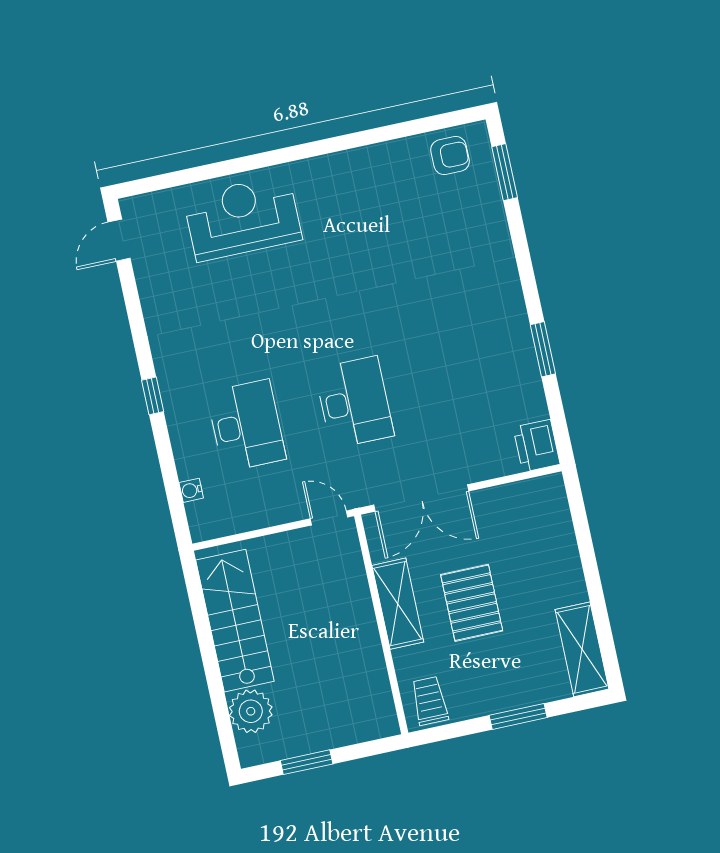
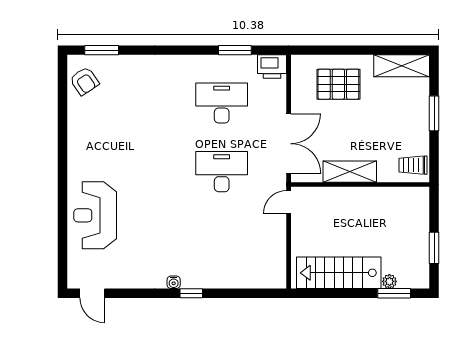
armchair: (450, 156) -> (84, 81), turned 146
window: (543, 349) -> (235, 50), moved
desk: (246, 426) -> (222, 103), moved
water cooler: (191, 490) -> (174, 282), moved
pallet: (472, 603) -> (338, 84), moved
plant: (251, 711) -> (389, 281), width x0.53, depth x0.53
window: (222, 715) -> (394, 293), added

